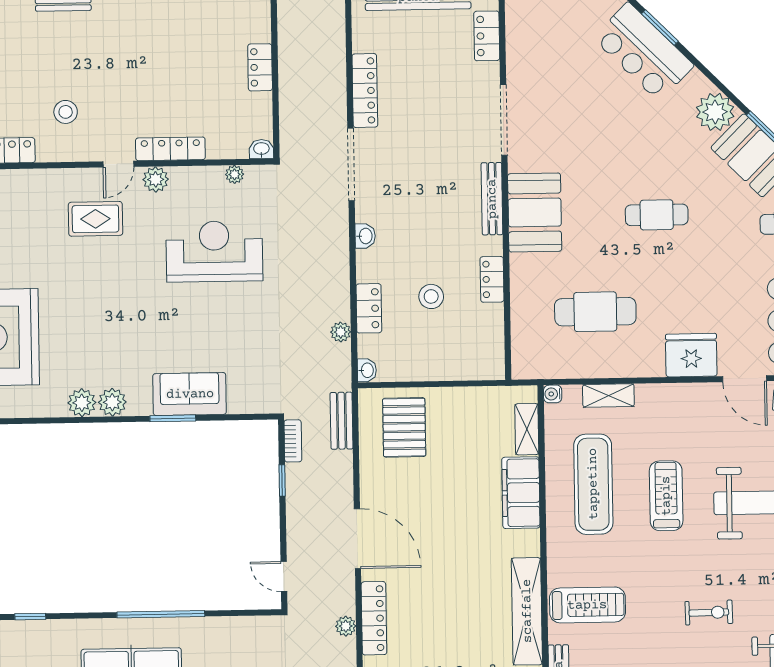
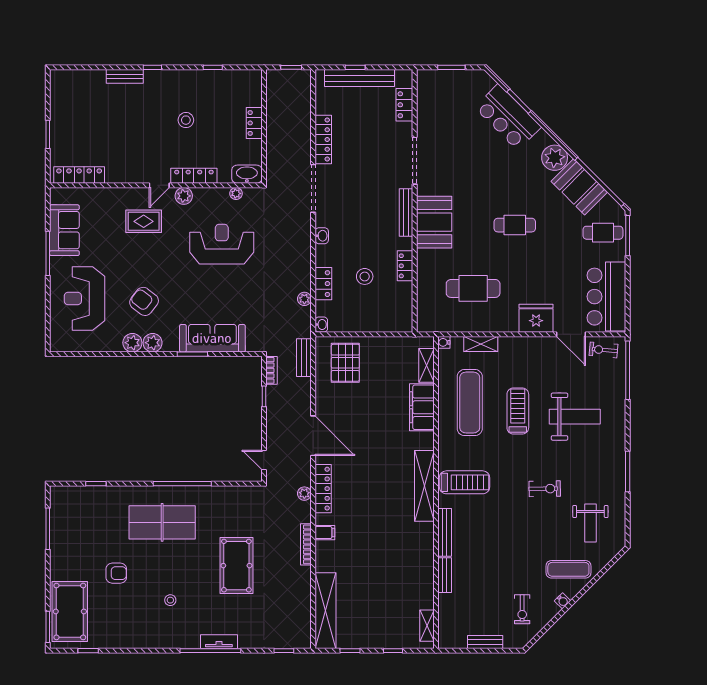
stool: (66, 112) -> (186, 120), moved
washbasin: (261, 149) -> (247, 174), width x1.91, depth x1.45
armchair: (98, 340) -> (144, 301), added
sofa: (190, 394) -> (212, 338), width x1.36

